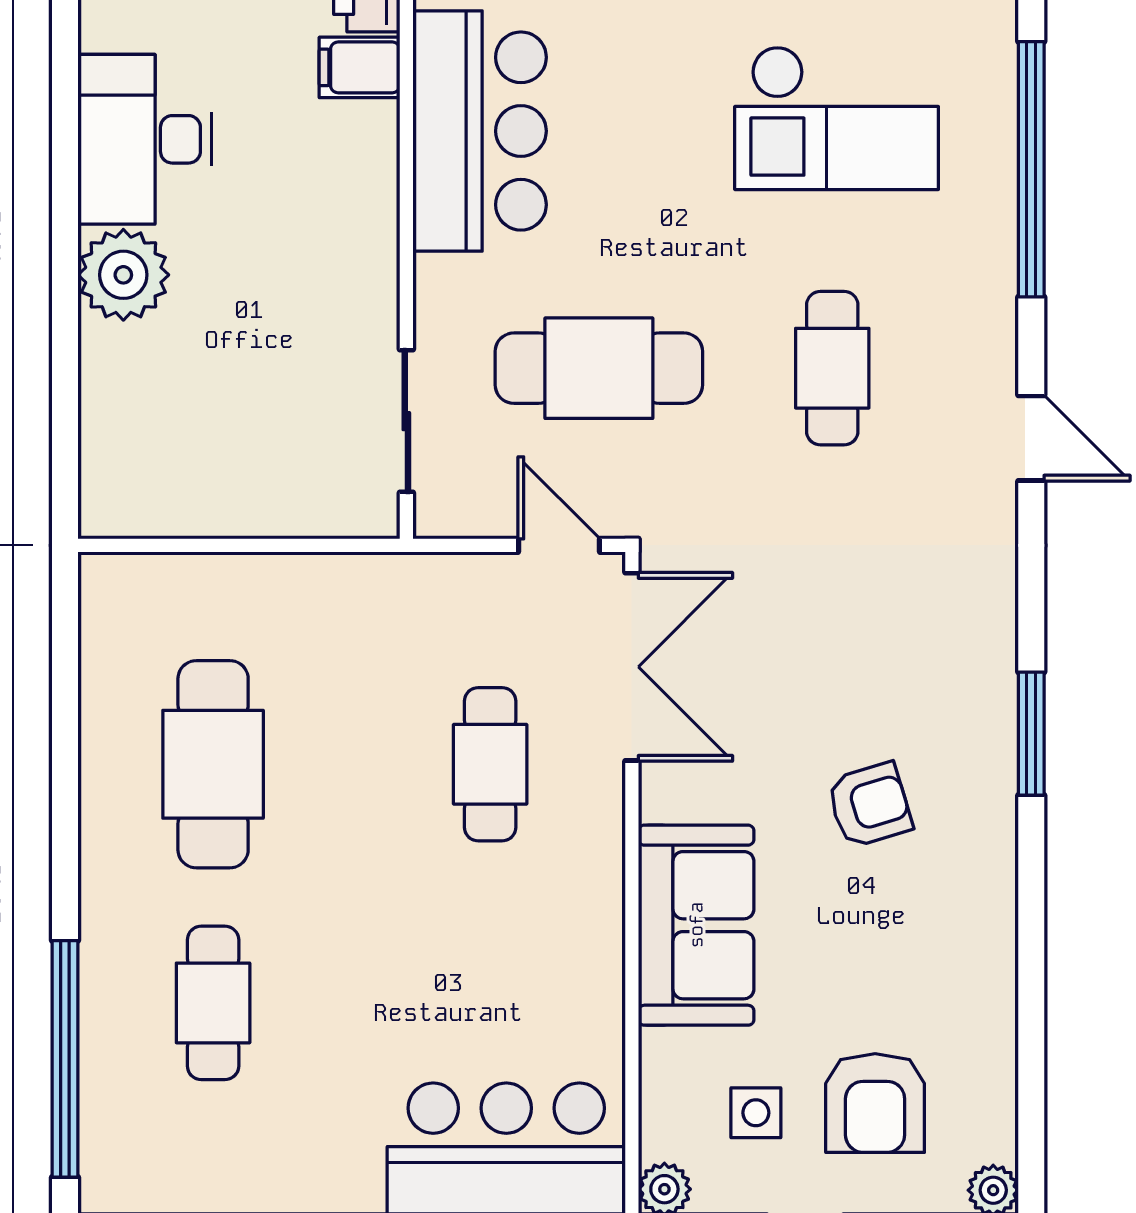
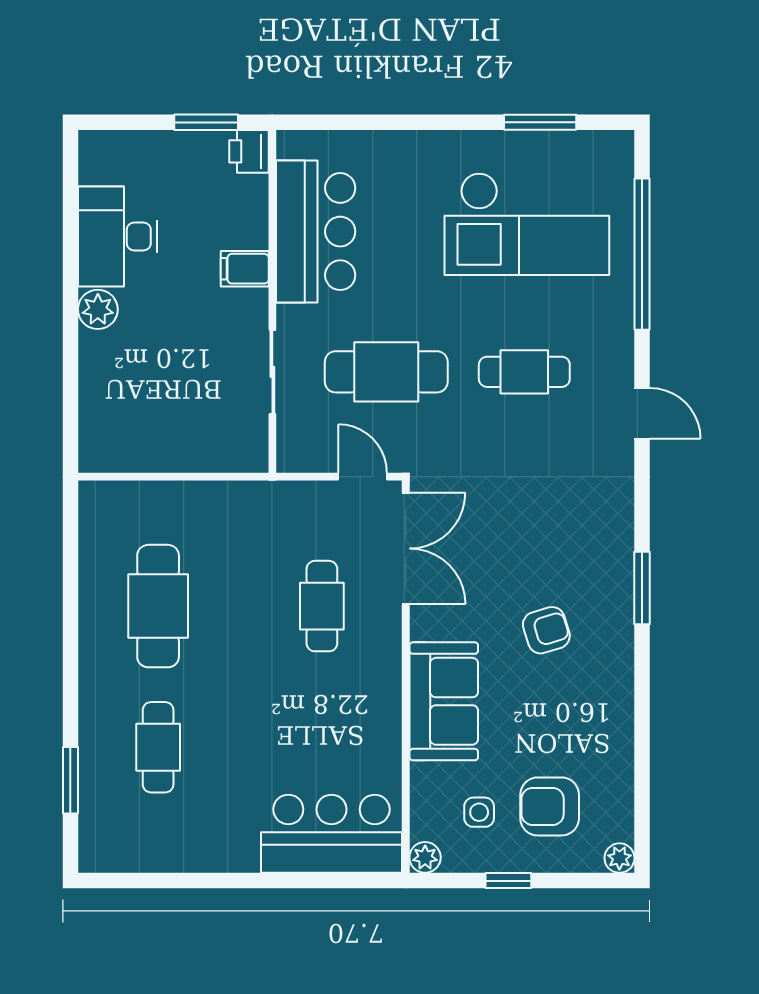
filing cabinet: (360, 67) -> (245, 269), moved
checkout: (837, 118) -> (527, 224), width x1.36, depth x1.21
plant: (123, 275) -> (98, 309), width x0.73, depth x0.73
cafe table: (832, 368) -> (524, 372), turned 90
sliding door: (406, 421) -> (272, 372), moved
window: (65, 1059) -> (70, 780), width x0.47
armchair: (875, 1103) -> (550, 806), turned 90

